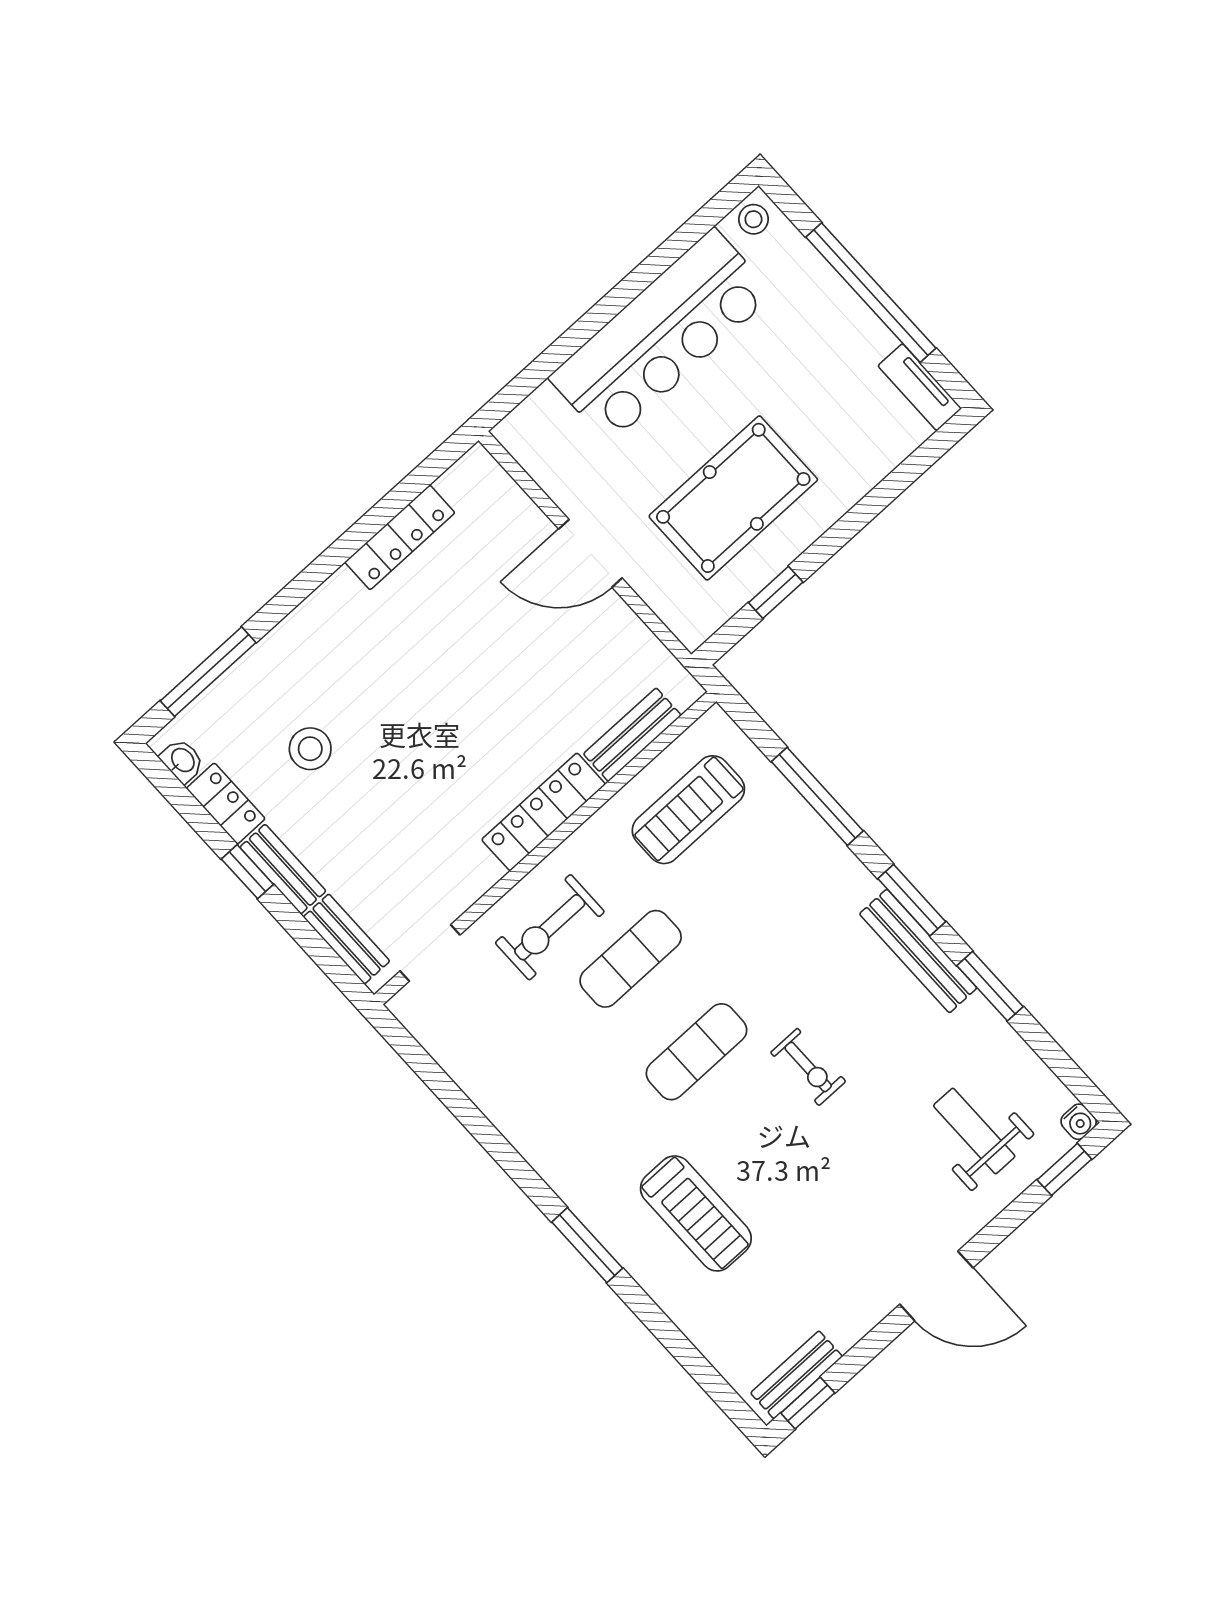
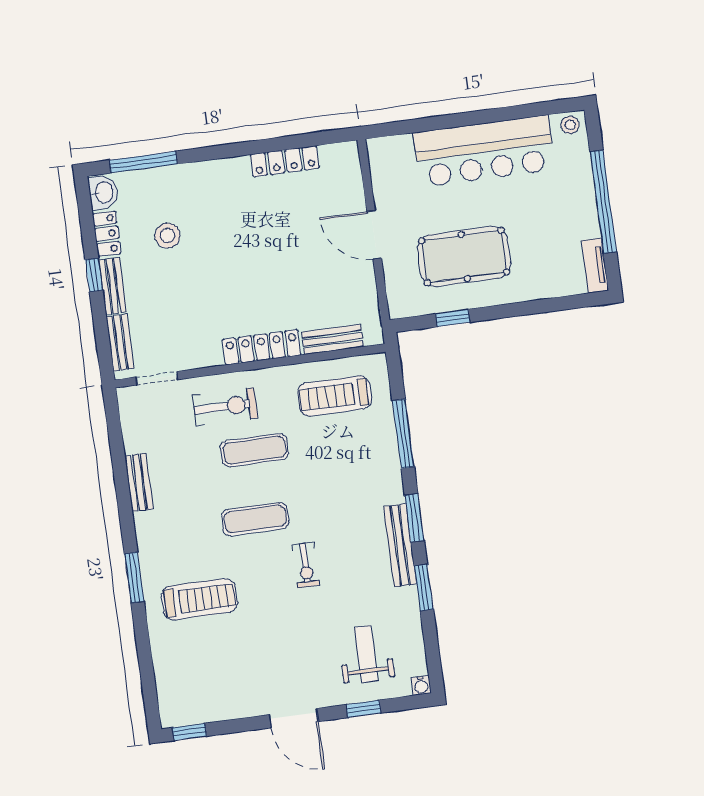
washbasin: (182, 761) -> (103, 192), width x1.38, depth x1.45
exercise bike: (550, 927) -> (225, 407), turned 180
window: (1064, 1169) -> (364, 709), moved
treadmill: (696, 1213) -> (199, 599), turned -90
bench: (797, 1375) -> (139, 482), moved, turned 90

